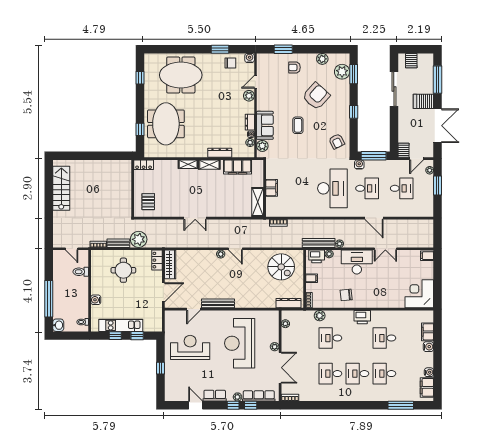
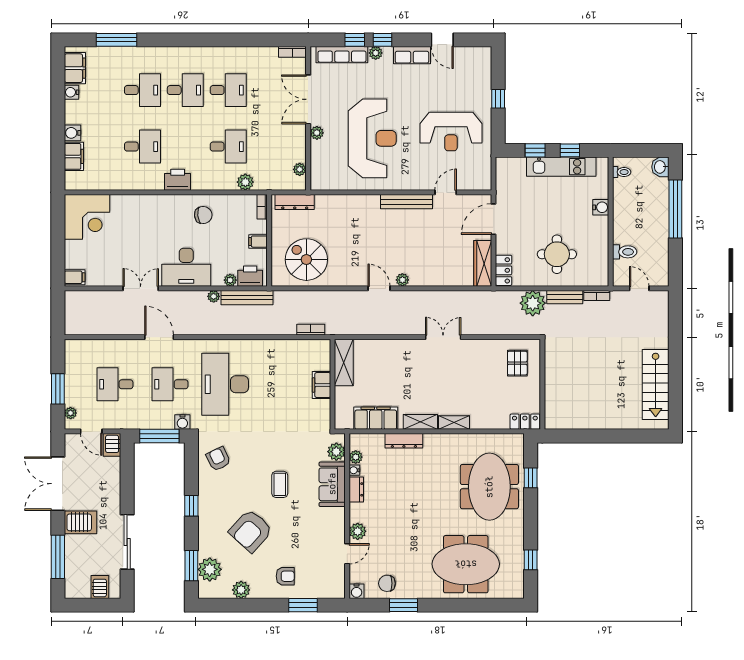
door: (417, 159) -> (91, 431), swing flipped

